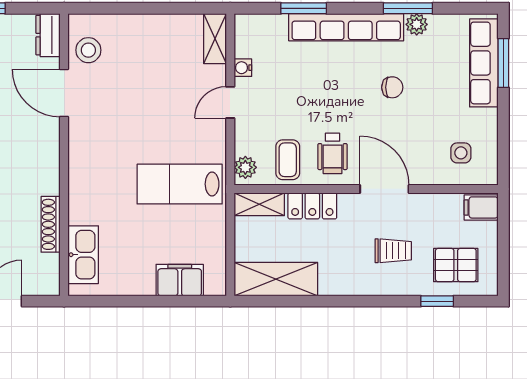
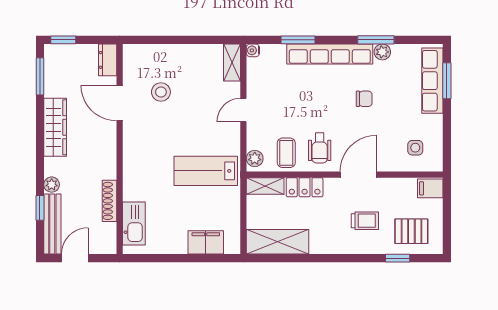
stool: (88, 50) -> (161, 92), moved
water cooler: (243, 68) -> (253, 50), moved
door: (384, 189) -> (358, 175), hinge flipped

